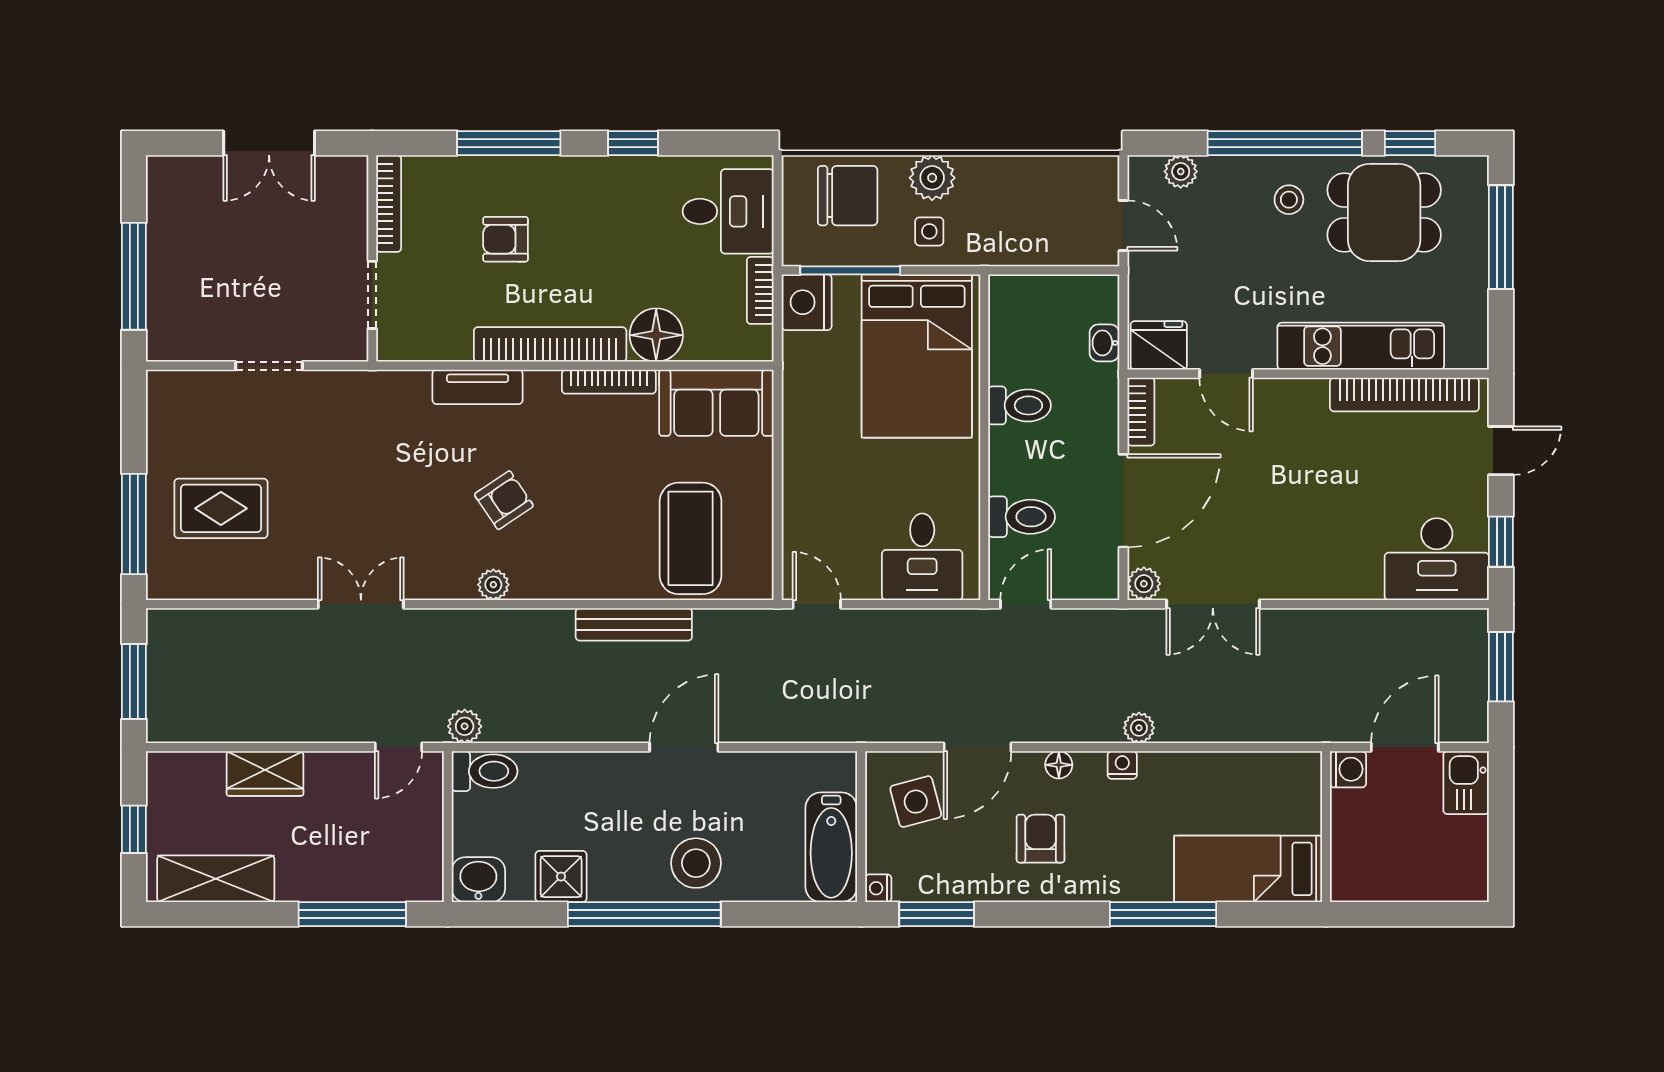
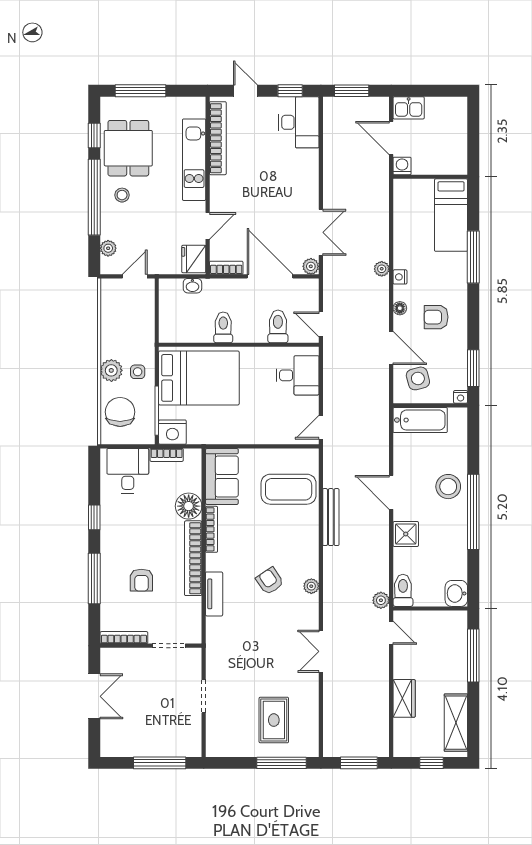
bathtub: (831, 847) -> (420, 420), moved
shower: (561, 877) -> (406, 534), moved

